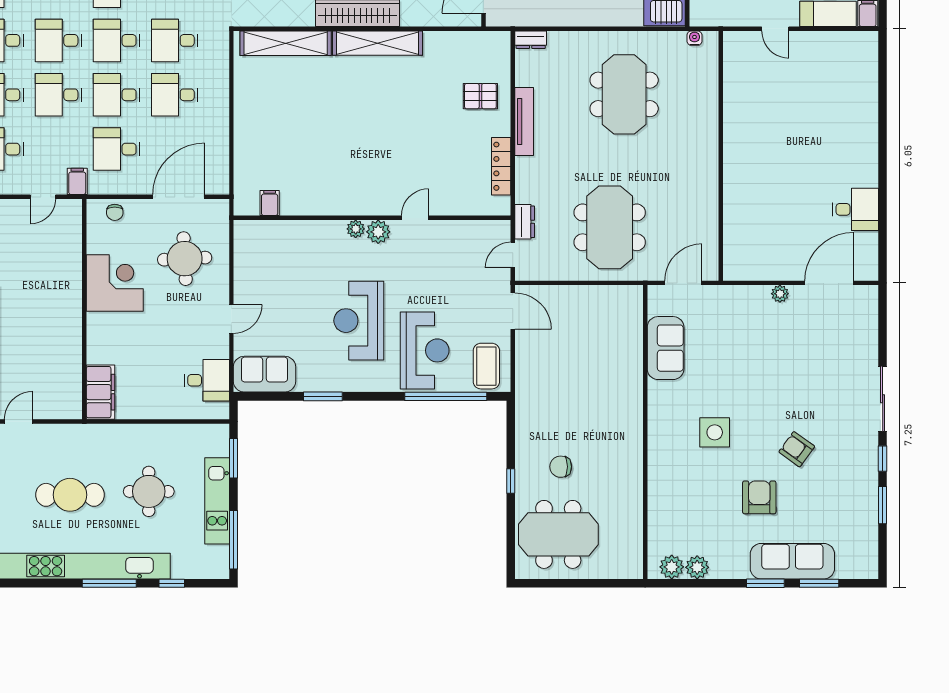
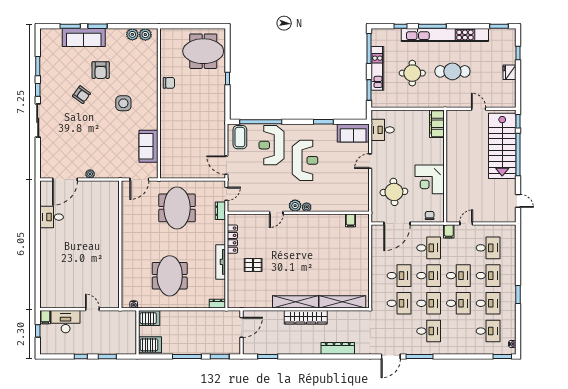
pallet: (480, 96) -> (253, 265), moved
door: (19, 422) -> (479, 109), swing flipped
chair: (561, 467) -> (169, 83), moved

